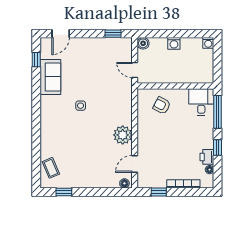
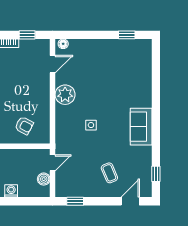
boiler: (143, 43) -> (44, 179), moved
door: (135, 70) -> (53, 163), hinge flipped
sofa: (50, 77) -> (141, 127), moved
side table: (81, 106) -> (91, 125), moved
coffee table: (51, 168) -> (109, 173), moved

